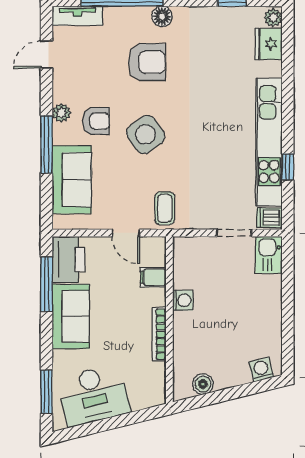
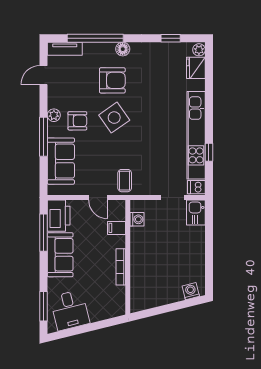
side table: (146, 134) -> (114, 118), moved
washing machine: (183, 300) -> (137, 219), moved
boiler: (203, 384) -> (151, 301), removed
desk: (94, 395) -> (70, 310), width x0.73

